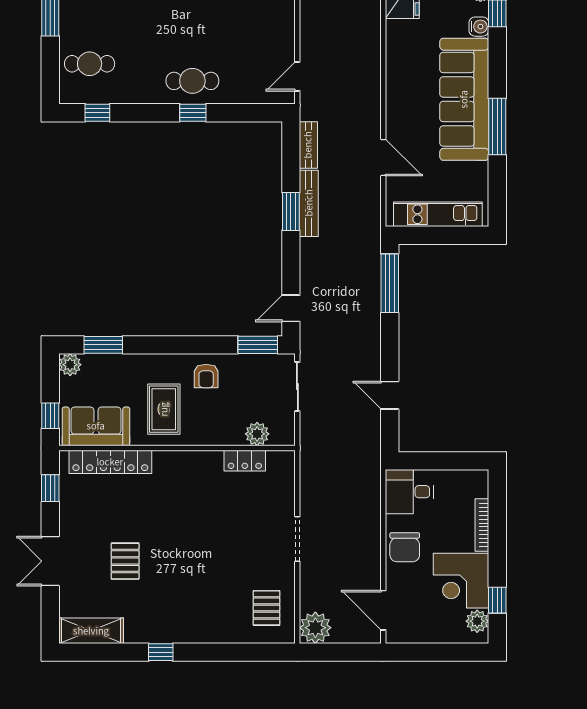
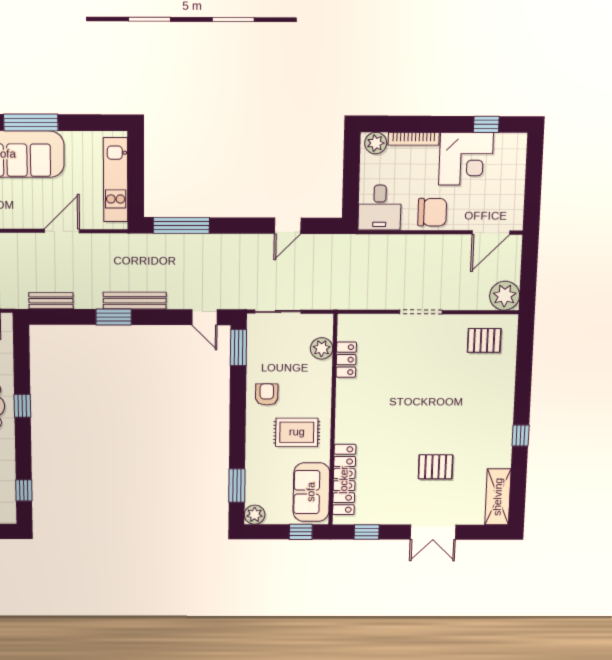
bench: (309, 203) -> (135, 301), moved
armchair: (206, 376) -> (267, 394), turned -90
plant: (477, 621) -> (376, 143), moved

